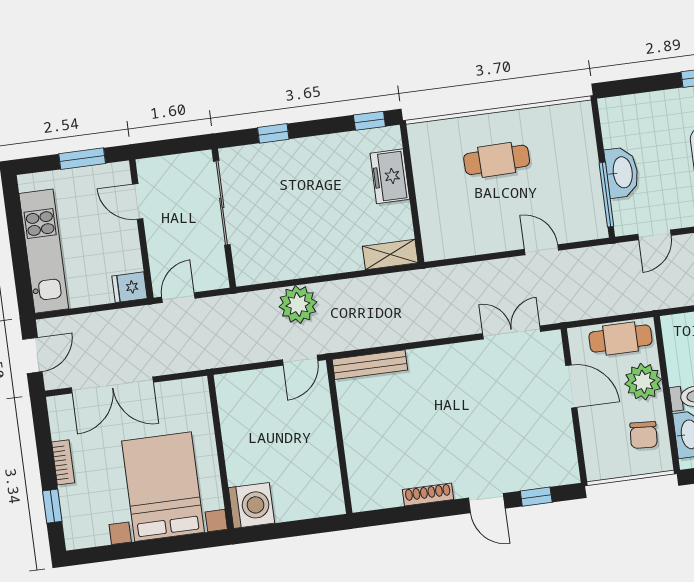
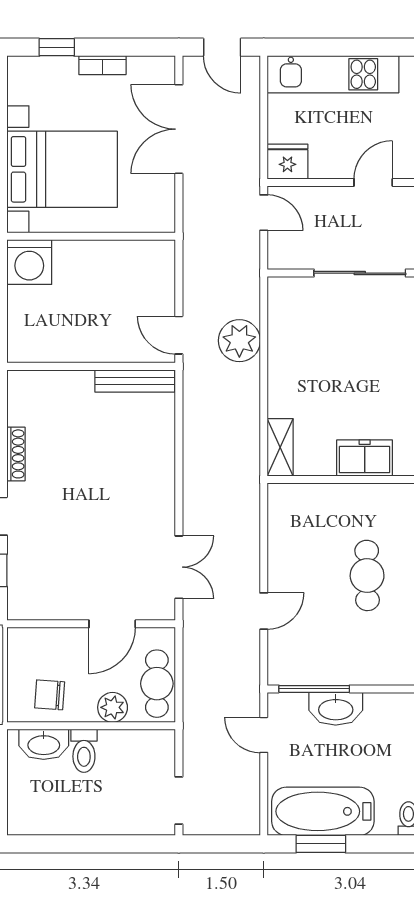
fridge: (130, 287) -> (287, 162), width x1.38
bench: (370, 365) -> (135, 381), moved, turned 90
plant: (643, 382) -> (113, 707), width x0.73, depth x0.73

